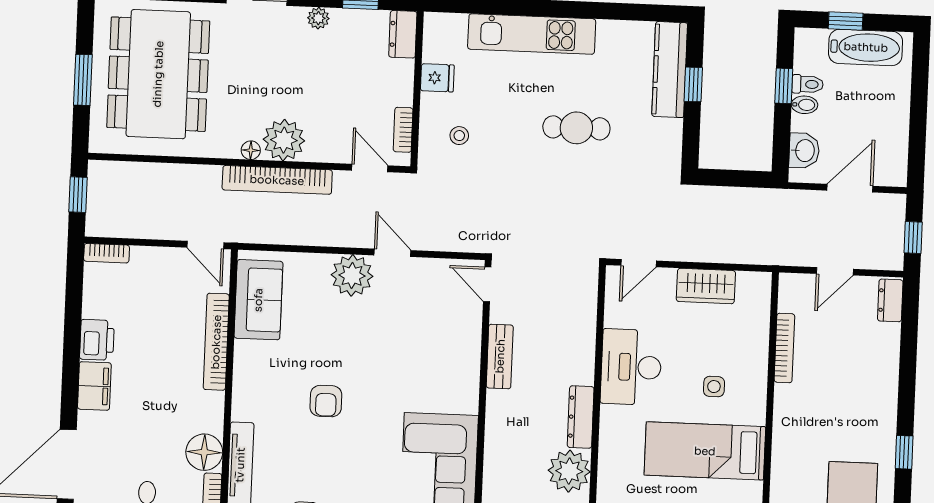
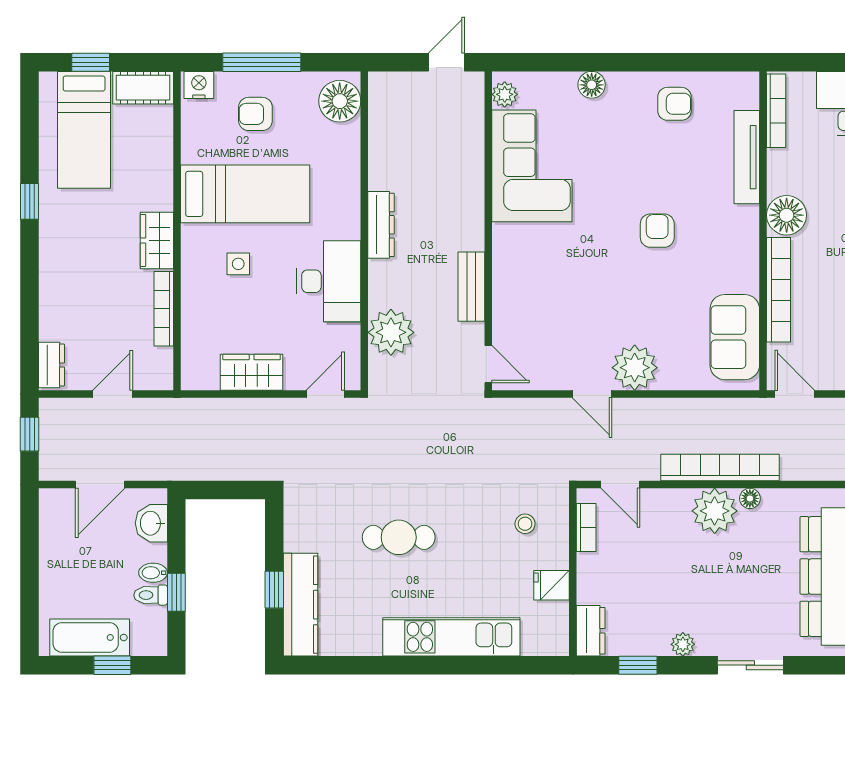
wardrobe: (788, 411) -> (157, 240), added
floor lamp: (204, 452) -> (787, 215), moved
plant: (569, 471) -> (391, 332), moved

